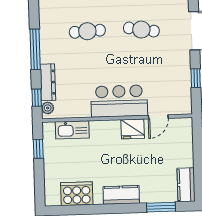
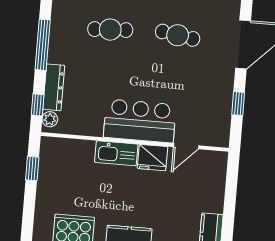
kitchen sink: (72, 130) -> (116, 153), moved

